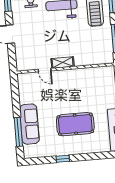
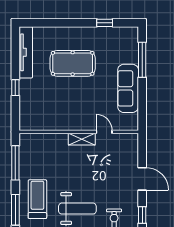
sofa: (29, 124) -> (128, 88), moved
window: (63, 159) -> (105, 23), moved

